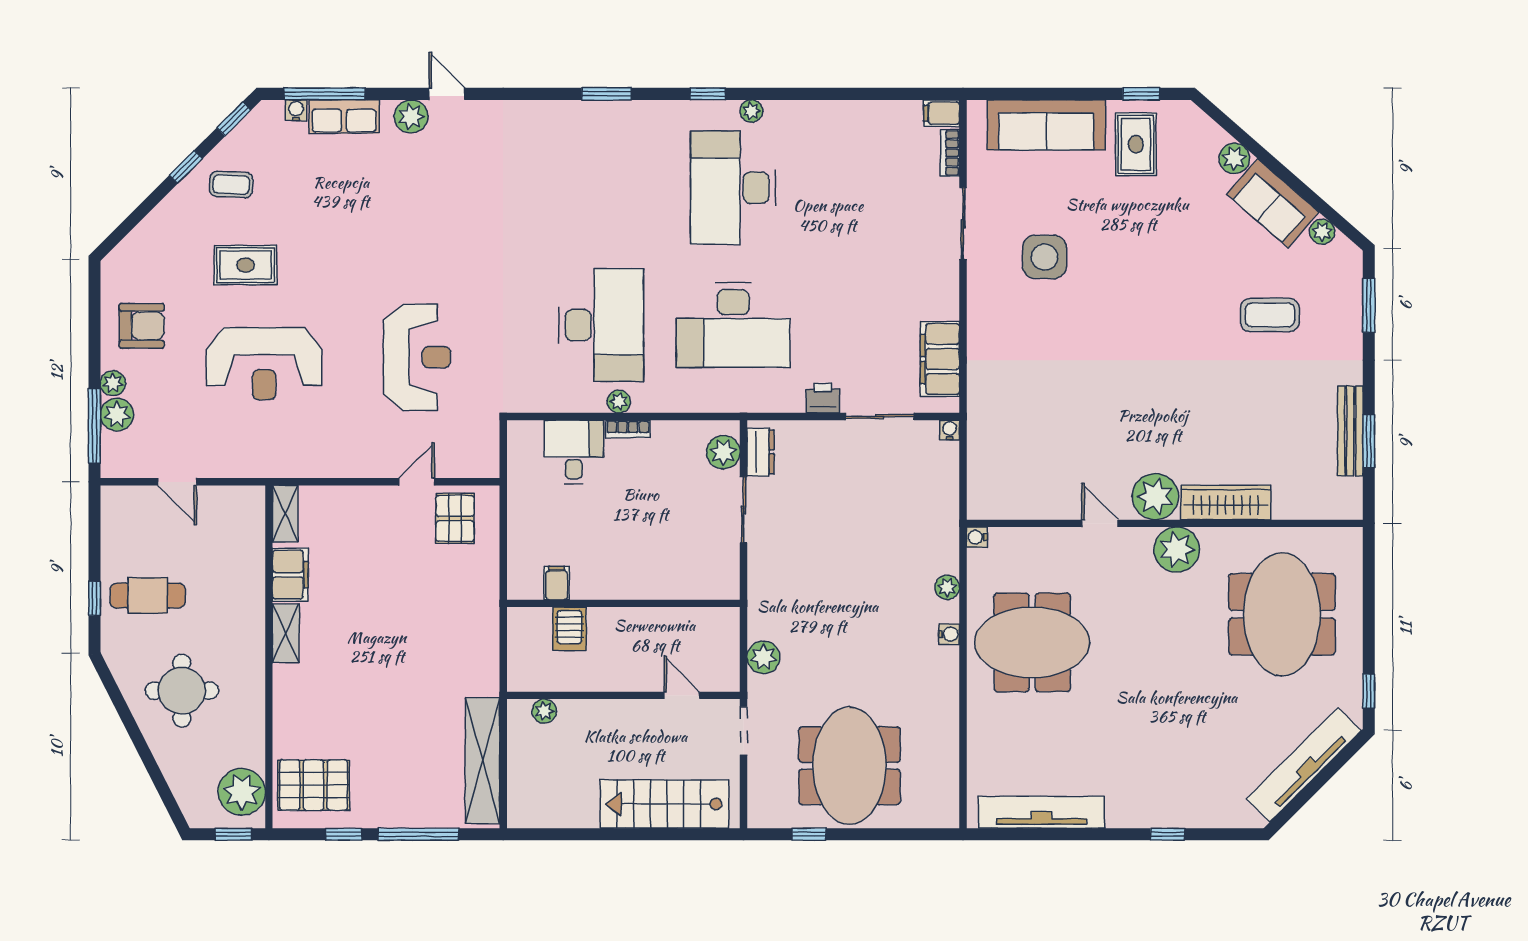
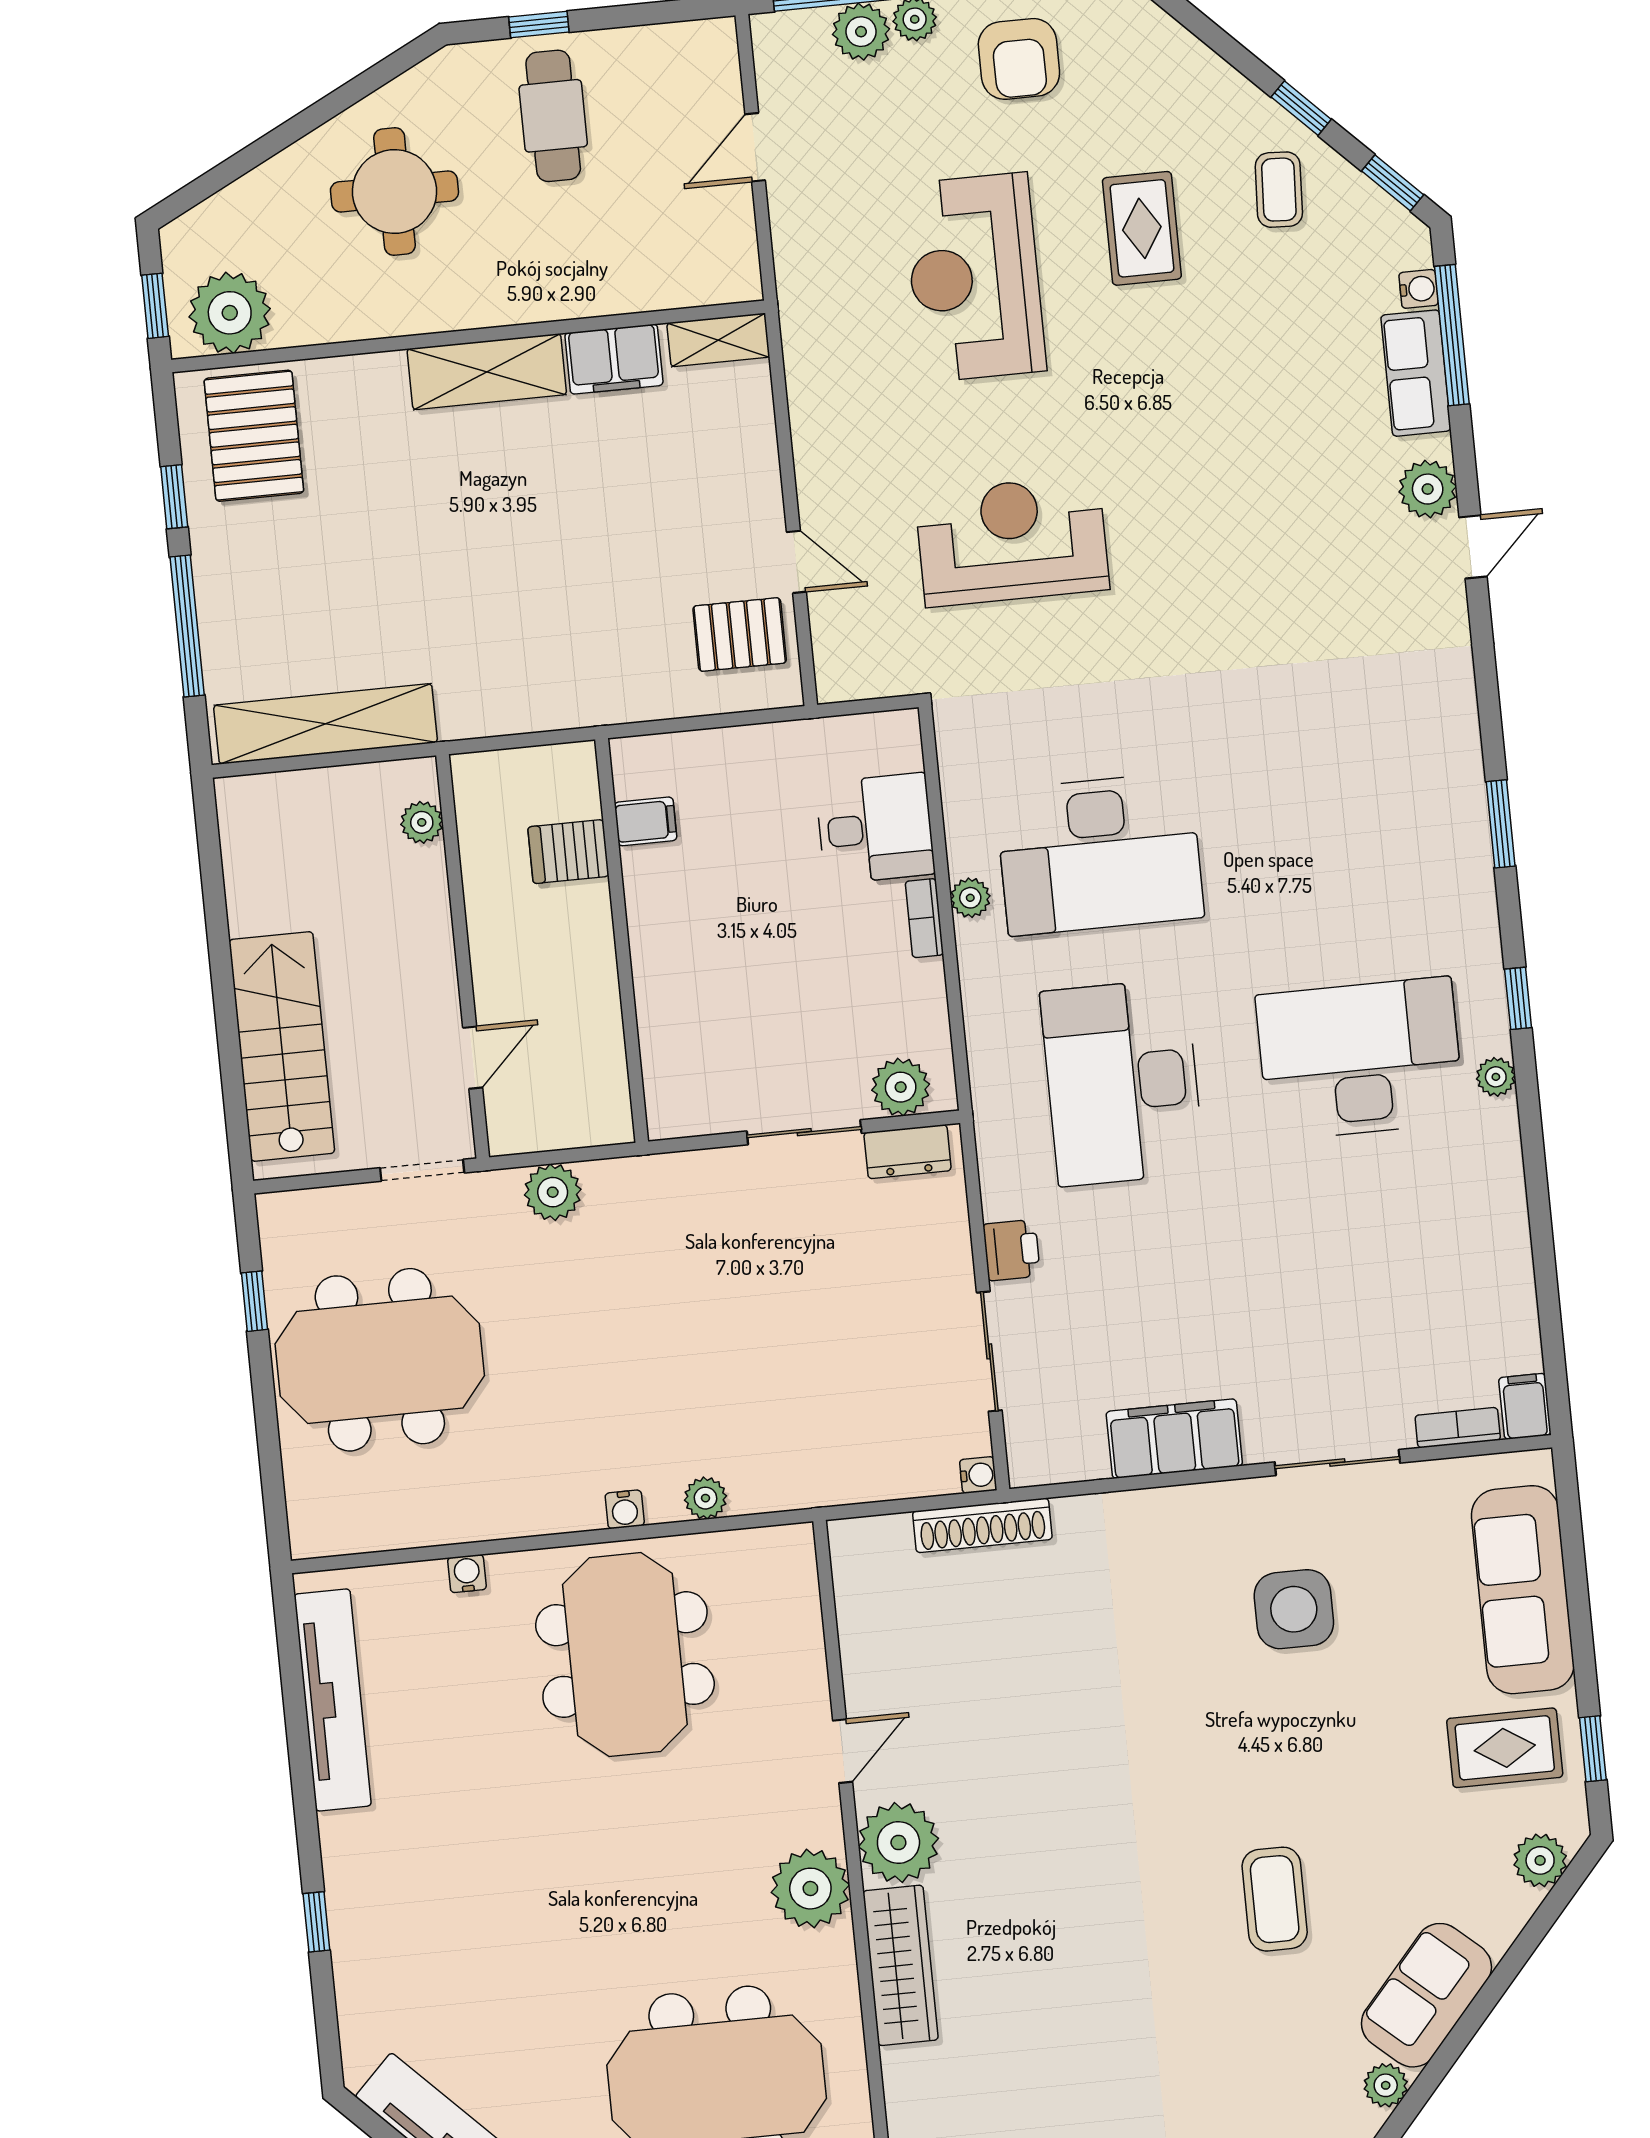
plant: (1234, 158) -> (1540, 1860), moved
coffee table: (1270, 315) -> (1275, 1899), moved
reception desk: (417, 357) -> (1012, 541), turned 180
filing cabinet: (940, 359) -> (1174, 1439), moved
shoe rack: (979, 430) -> (982, 1525), added
water cooler: (977, 537) -> (467, 1574), moved
shelving: (286, 633) -> (487, 372), width x1.50, depth x1.33

